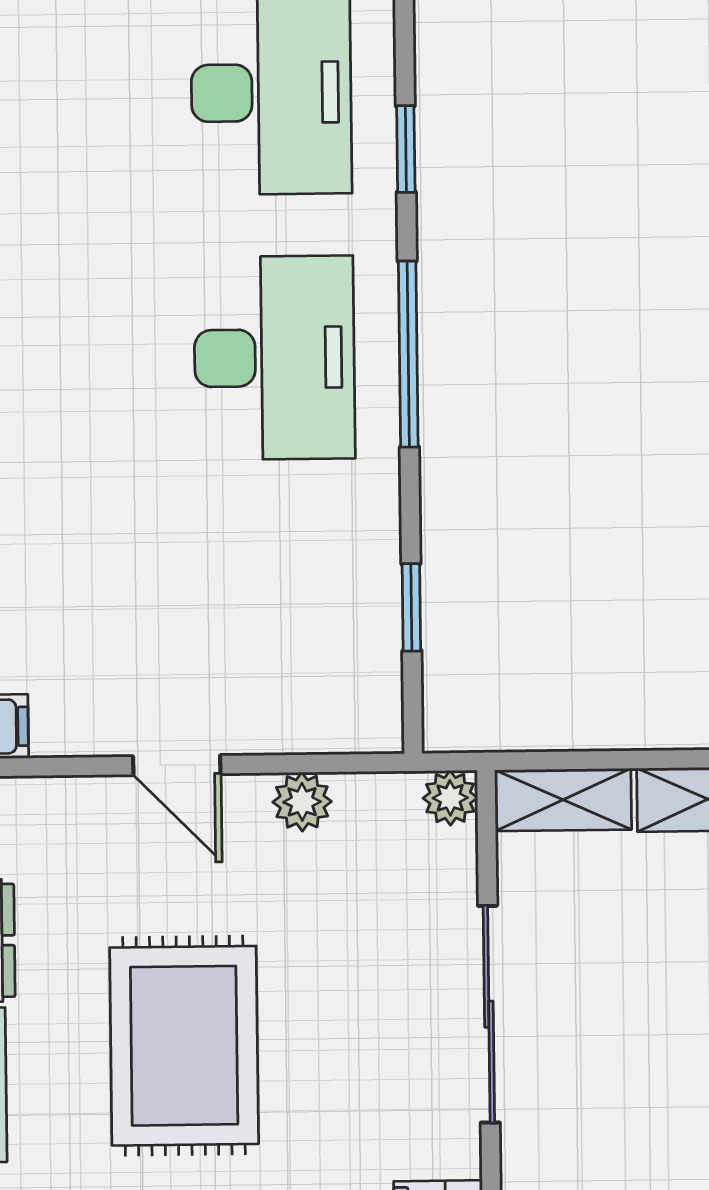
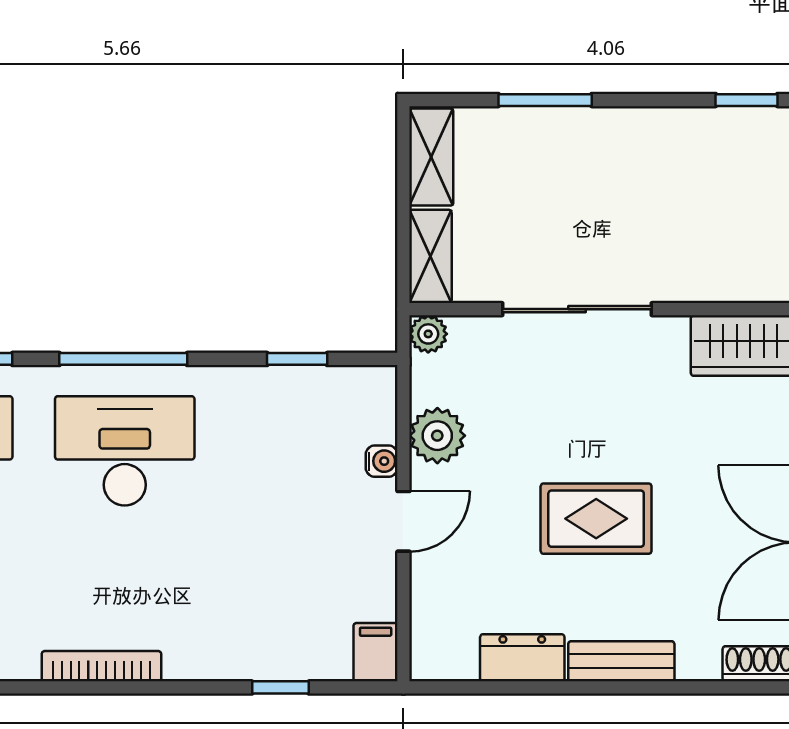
water cooler: (264, 732) -> (382, 461), added
plant: (302, 802) -> (437, 436), width x1.38, depth x1.38
rug: (184, 1046) -> (596, 519), width x0.73, depth x0.70

